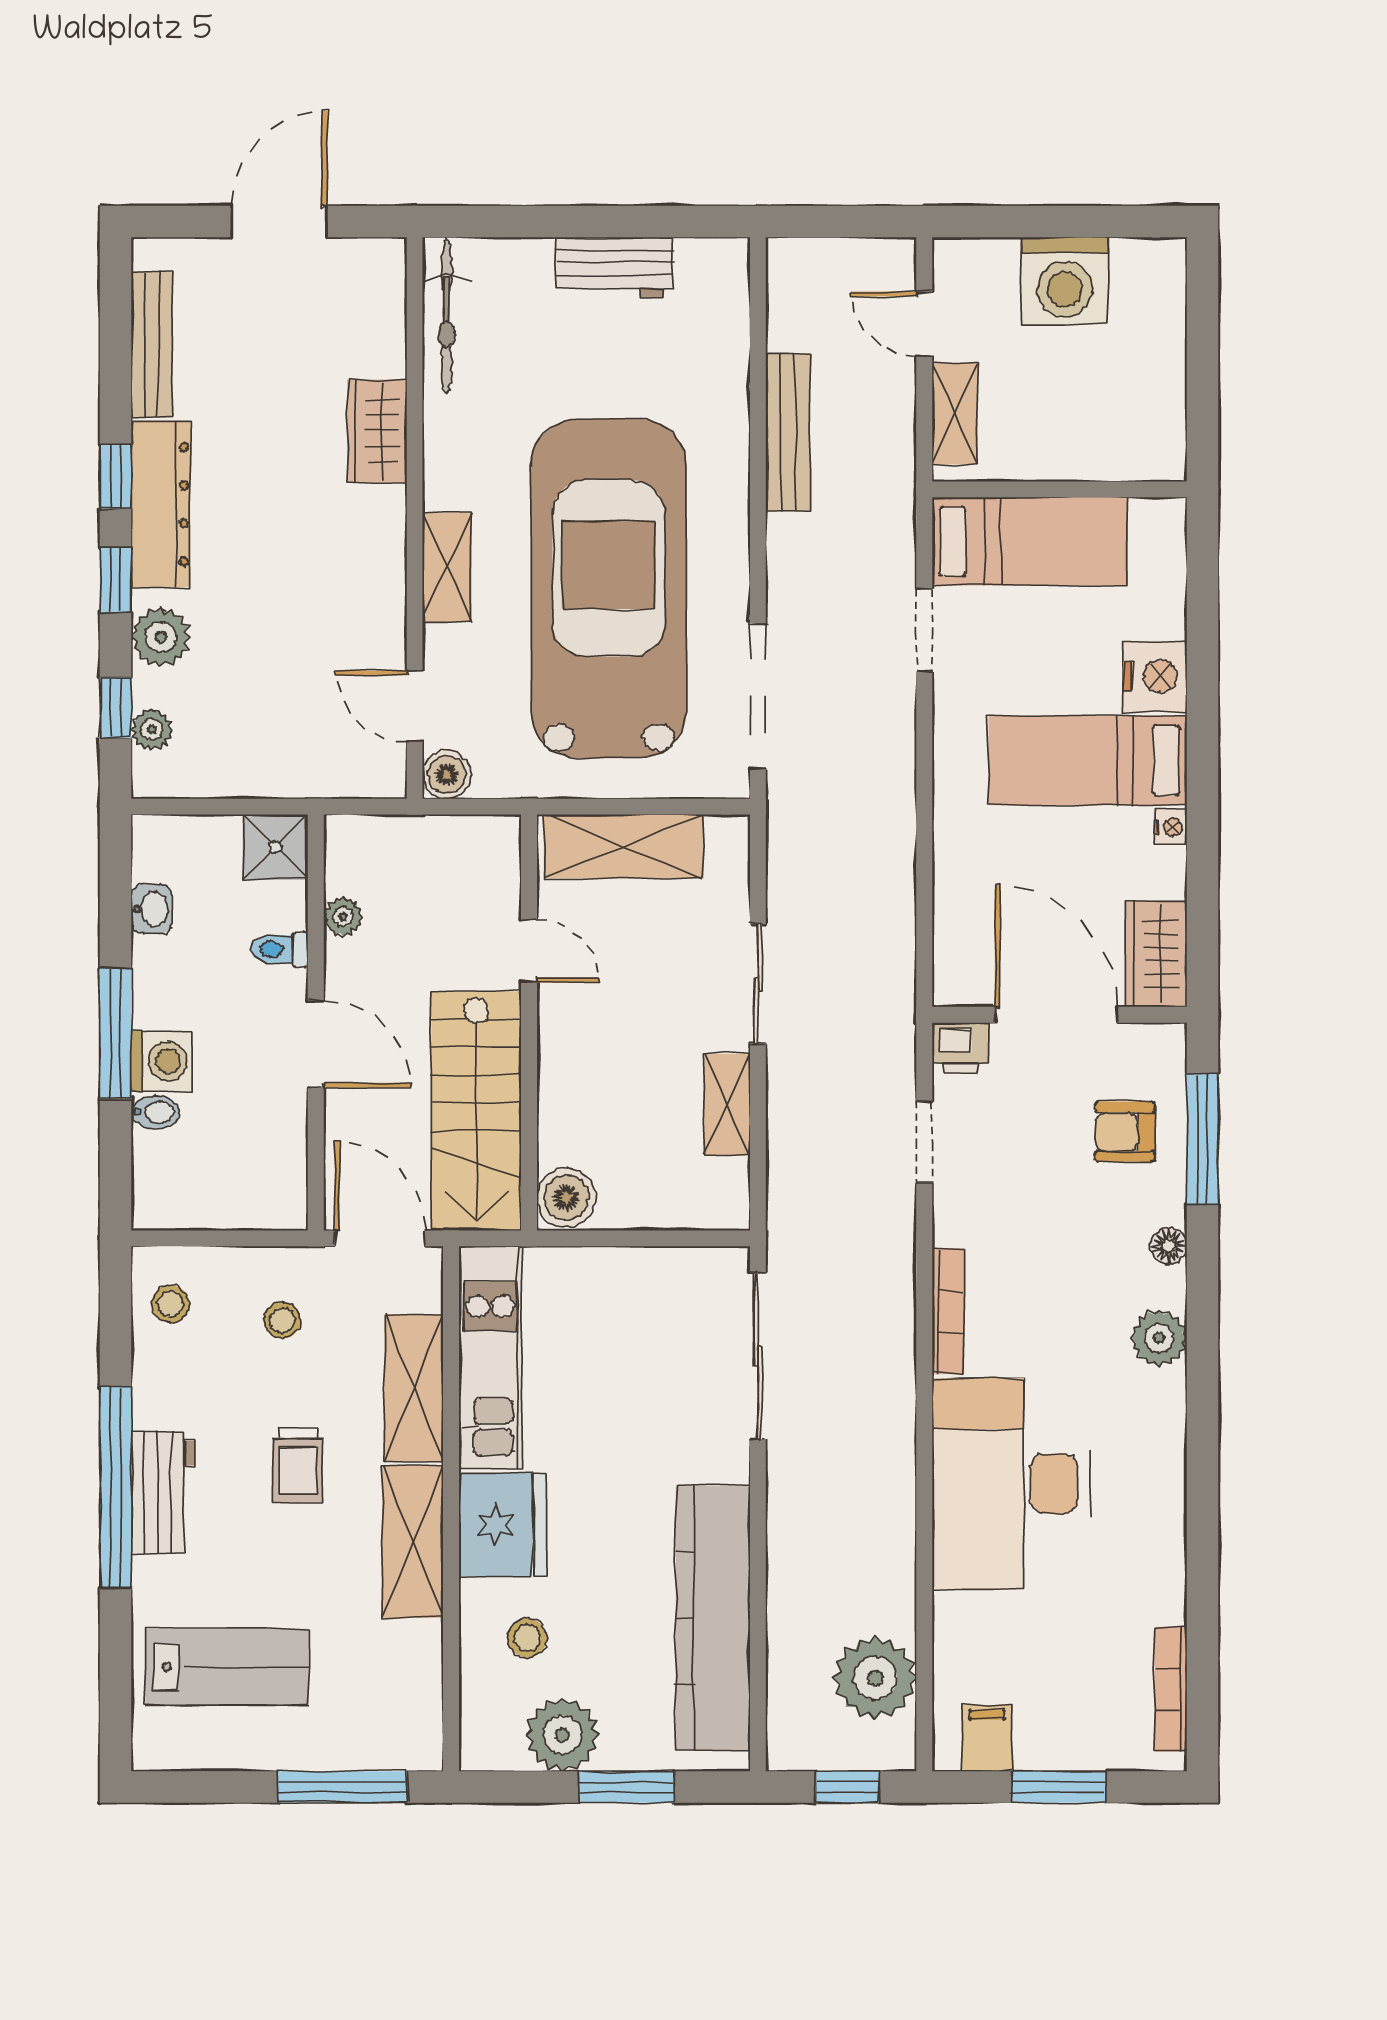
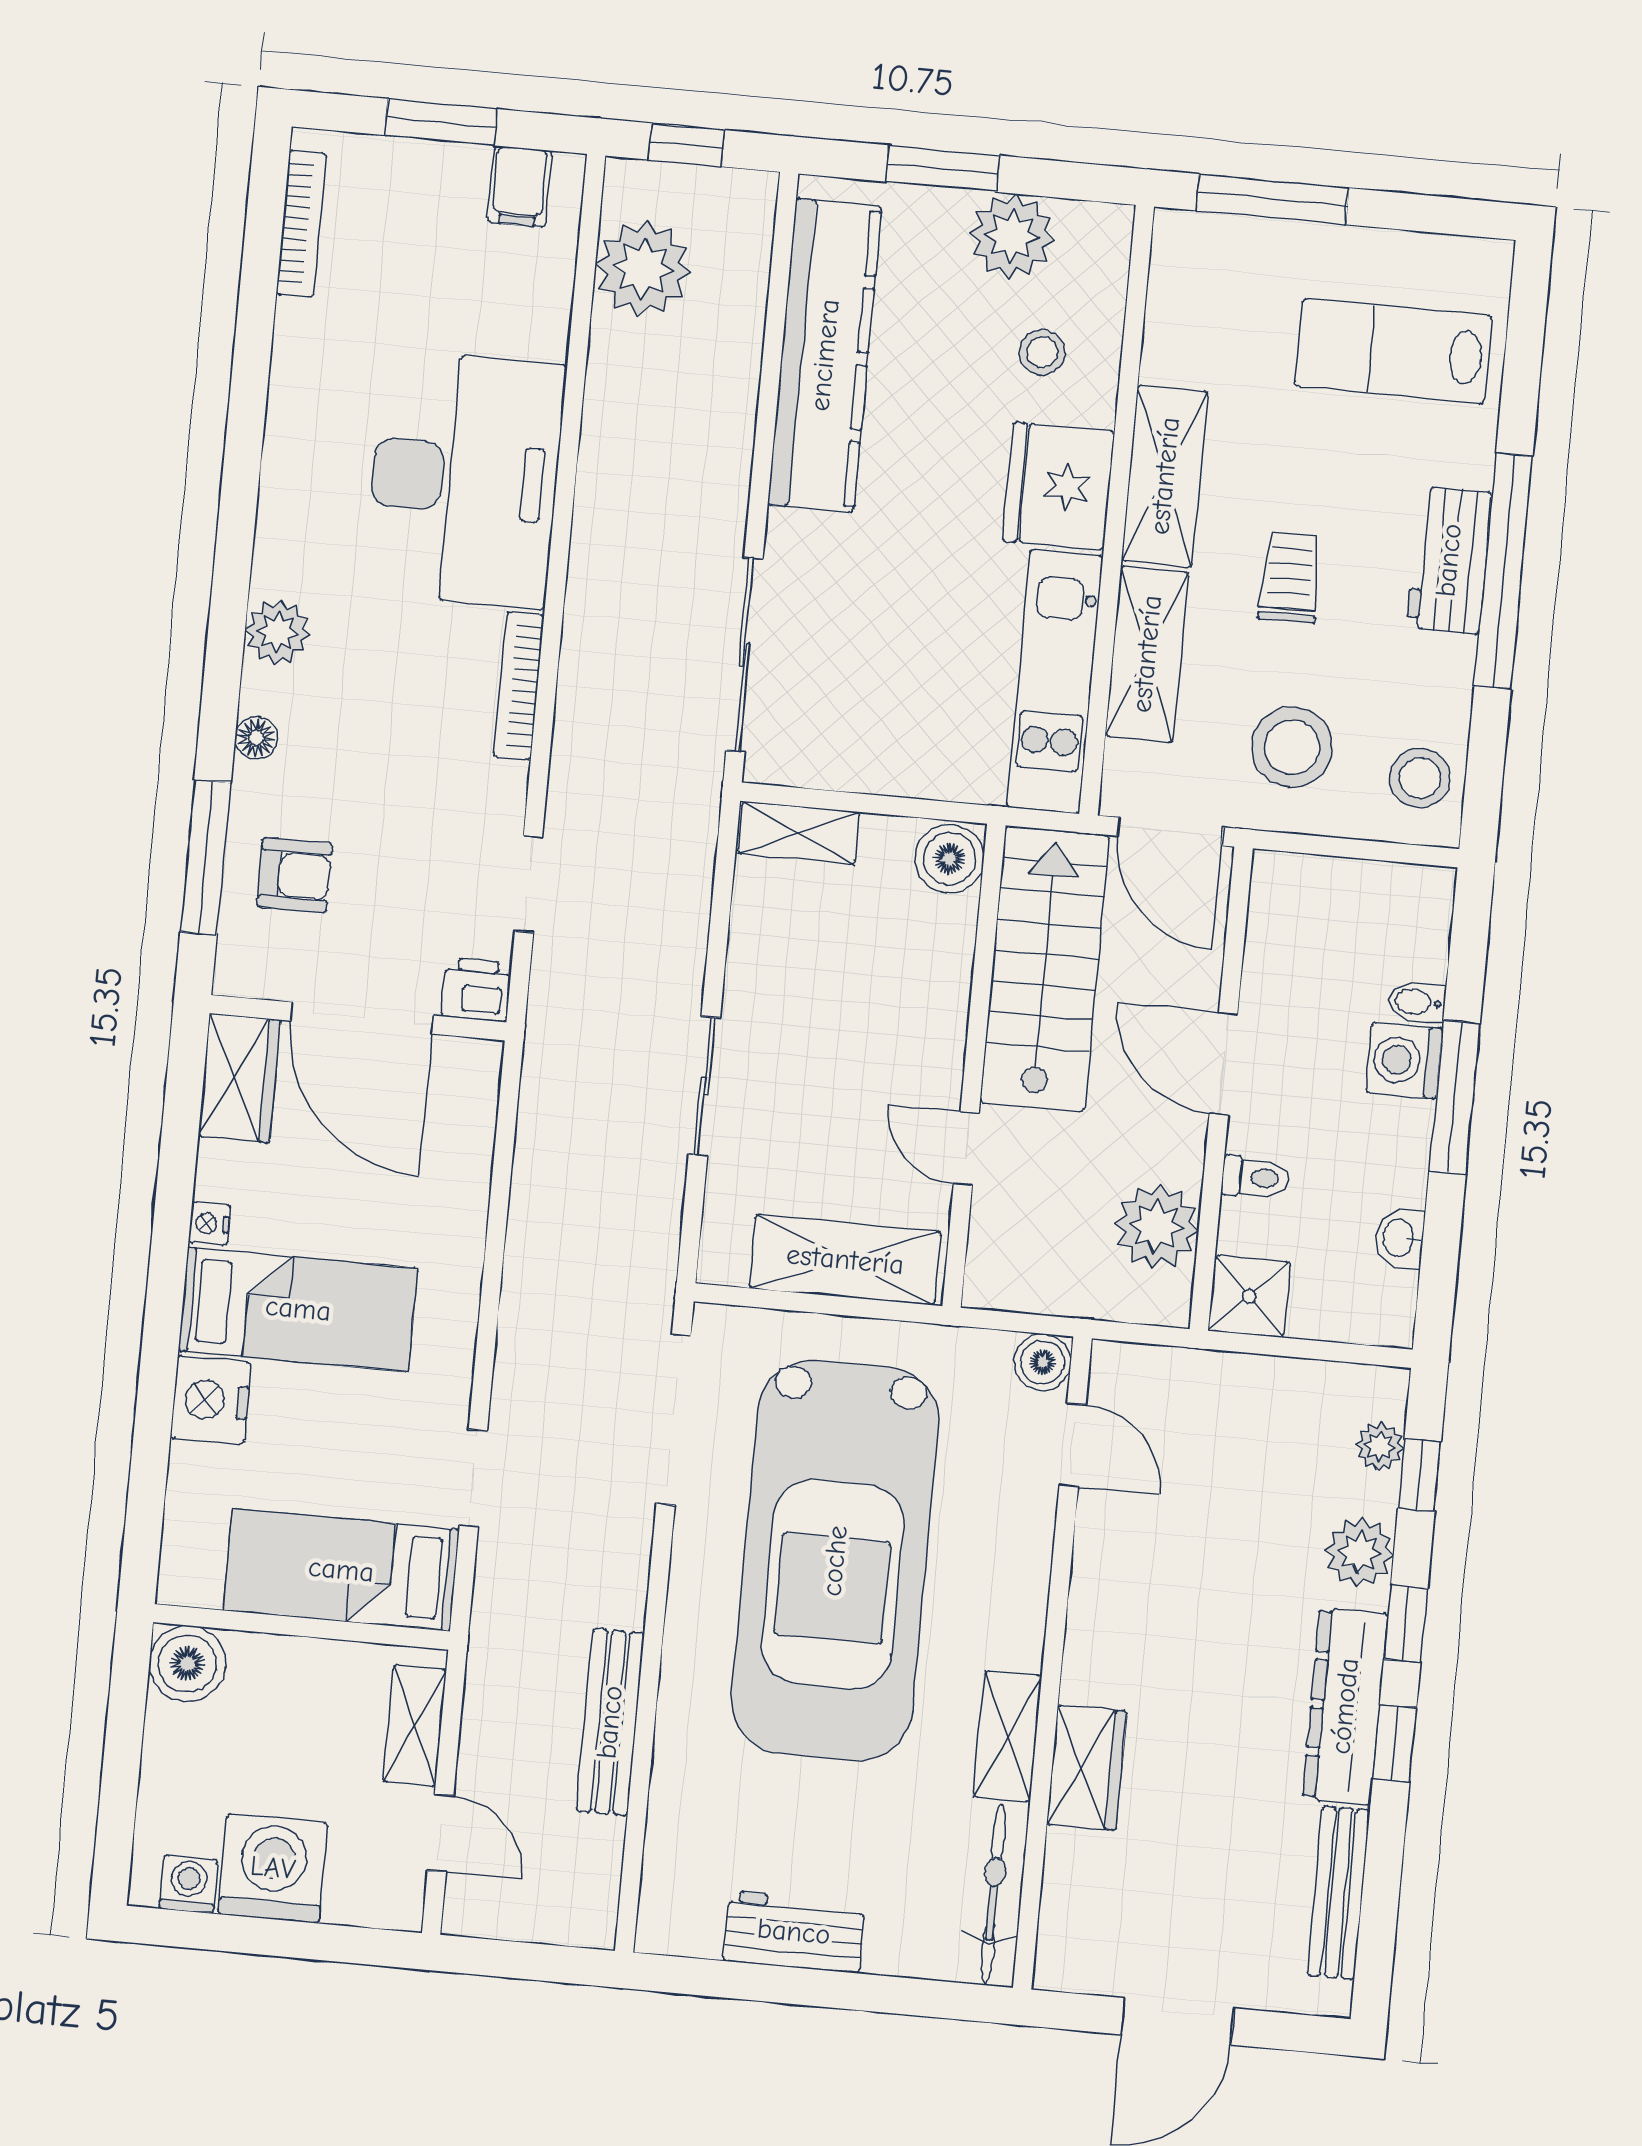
washing machine: (1136, 261) -> (189, 1884), added
boiler: (1154, 449) -> (187, 1664), added
shelving: (447, 567) -> (1008, 1736), moved
plant: (343, 917) -> (1157, 1226), width x1.88, depth x1.88
shelving: (727, 1104) -> (798, 833), moved, turned 90
stool: (170, 1304) -> (1420, 778), width x1.37, depth x1.37
stool: (282, 1320) -> (1292, 747), width x1.89, depth x1.89

